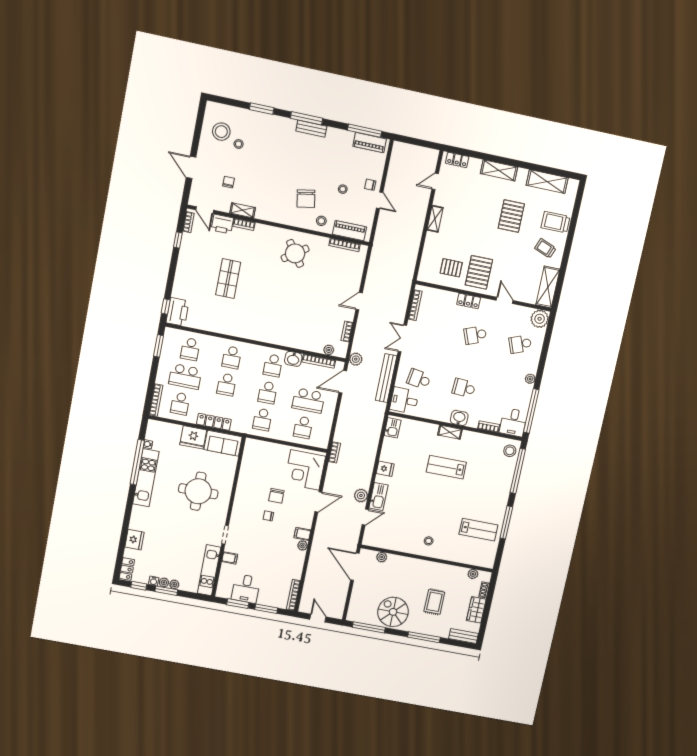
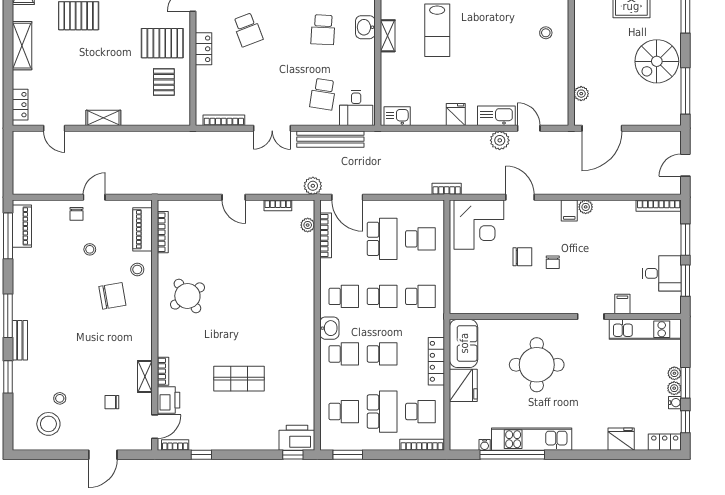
bench: (311, 129) -> (20, 340), moved
washbasin: (293, 359) -> (329, 328), moved

